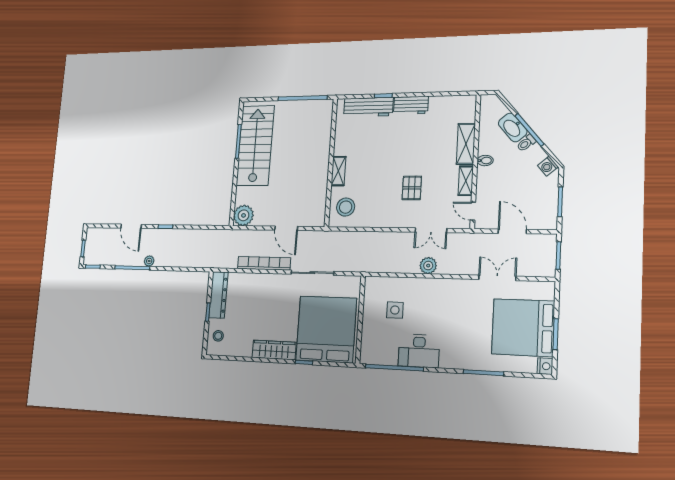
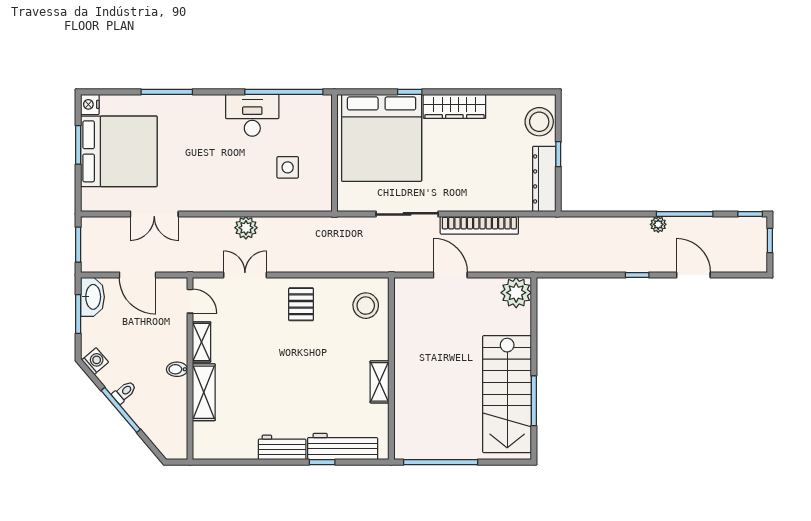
washbasin: (513, 127) -> (92, 297), moved, turned 40
shelving: (338, 171) -> (380, 382), moved
pallet: (412, 188) -> (301, 304), moved
stool: (218, 336) -> (539, 122), width x1.89, depth x1.89

